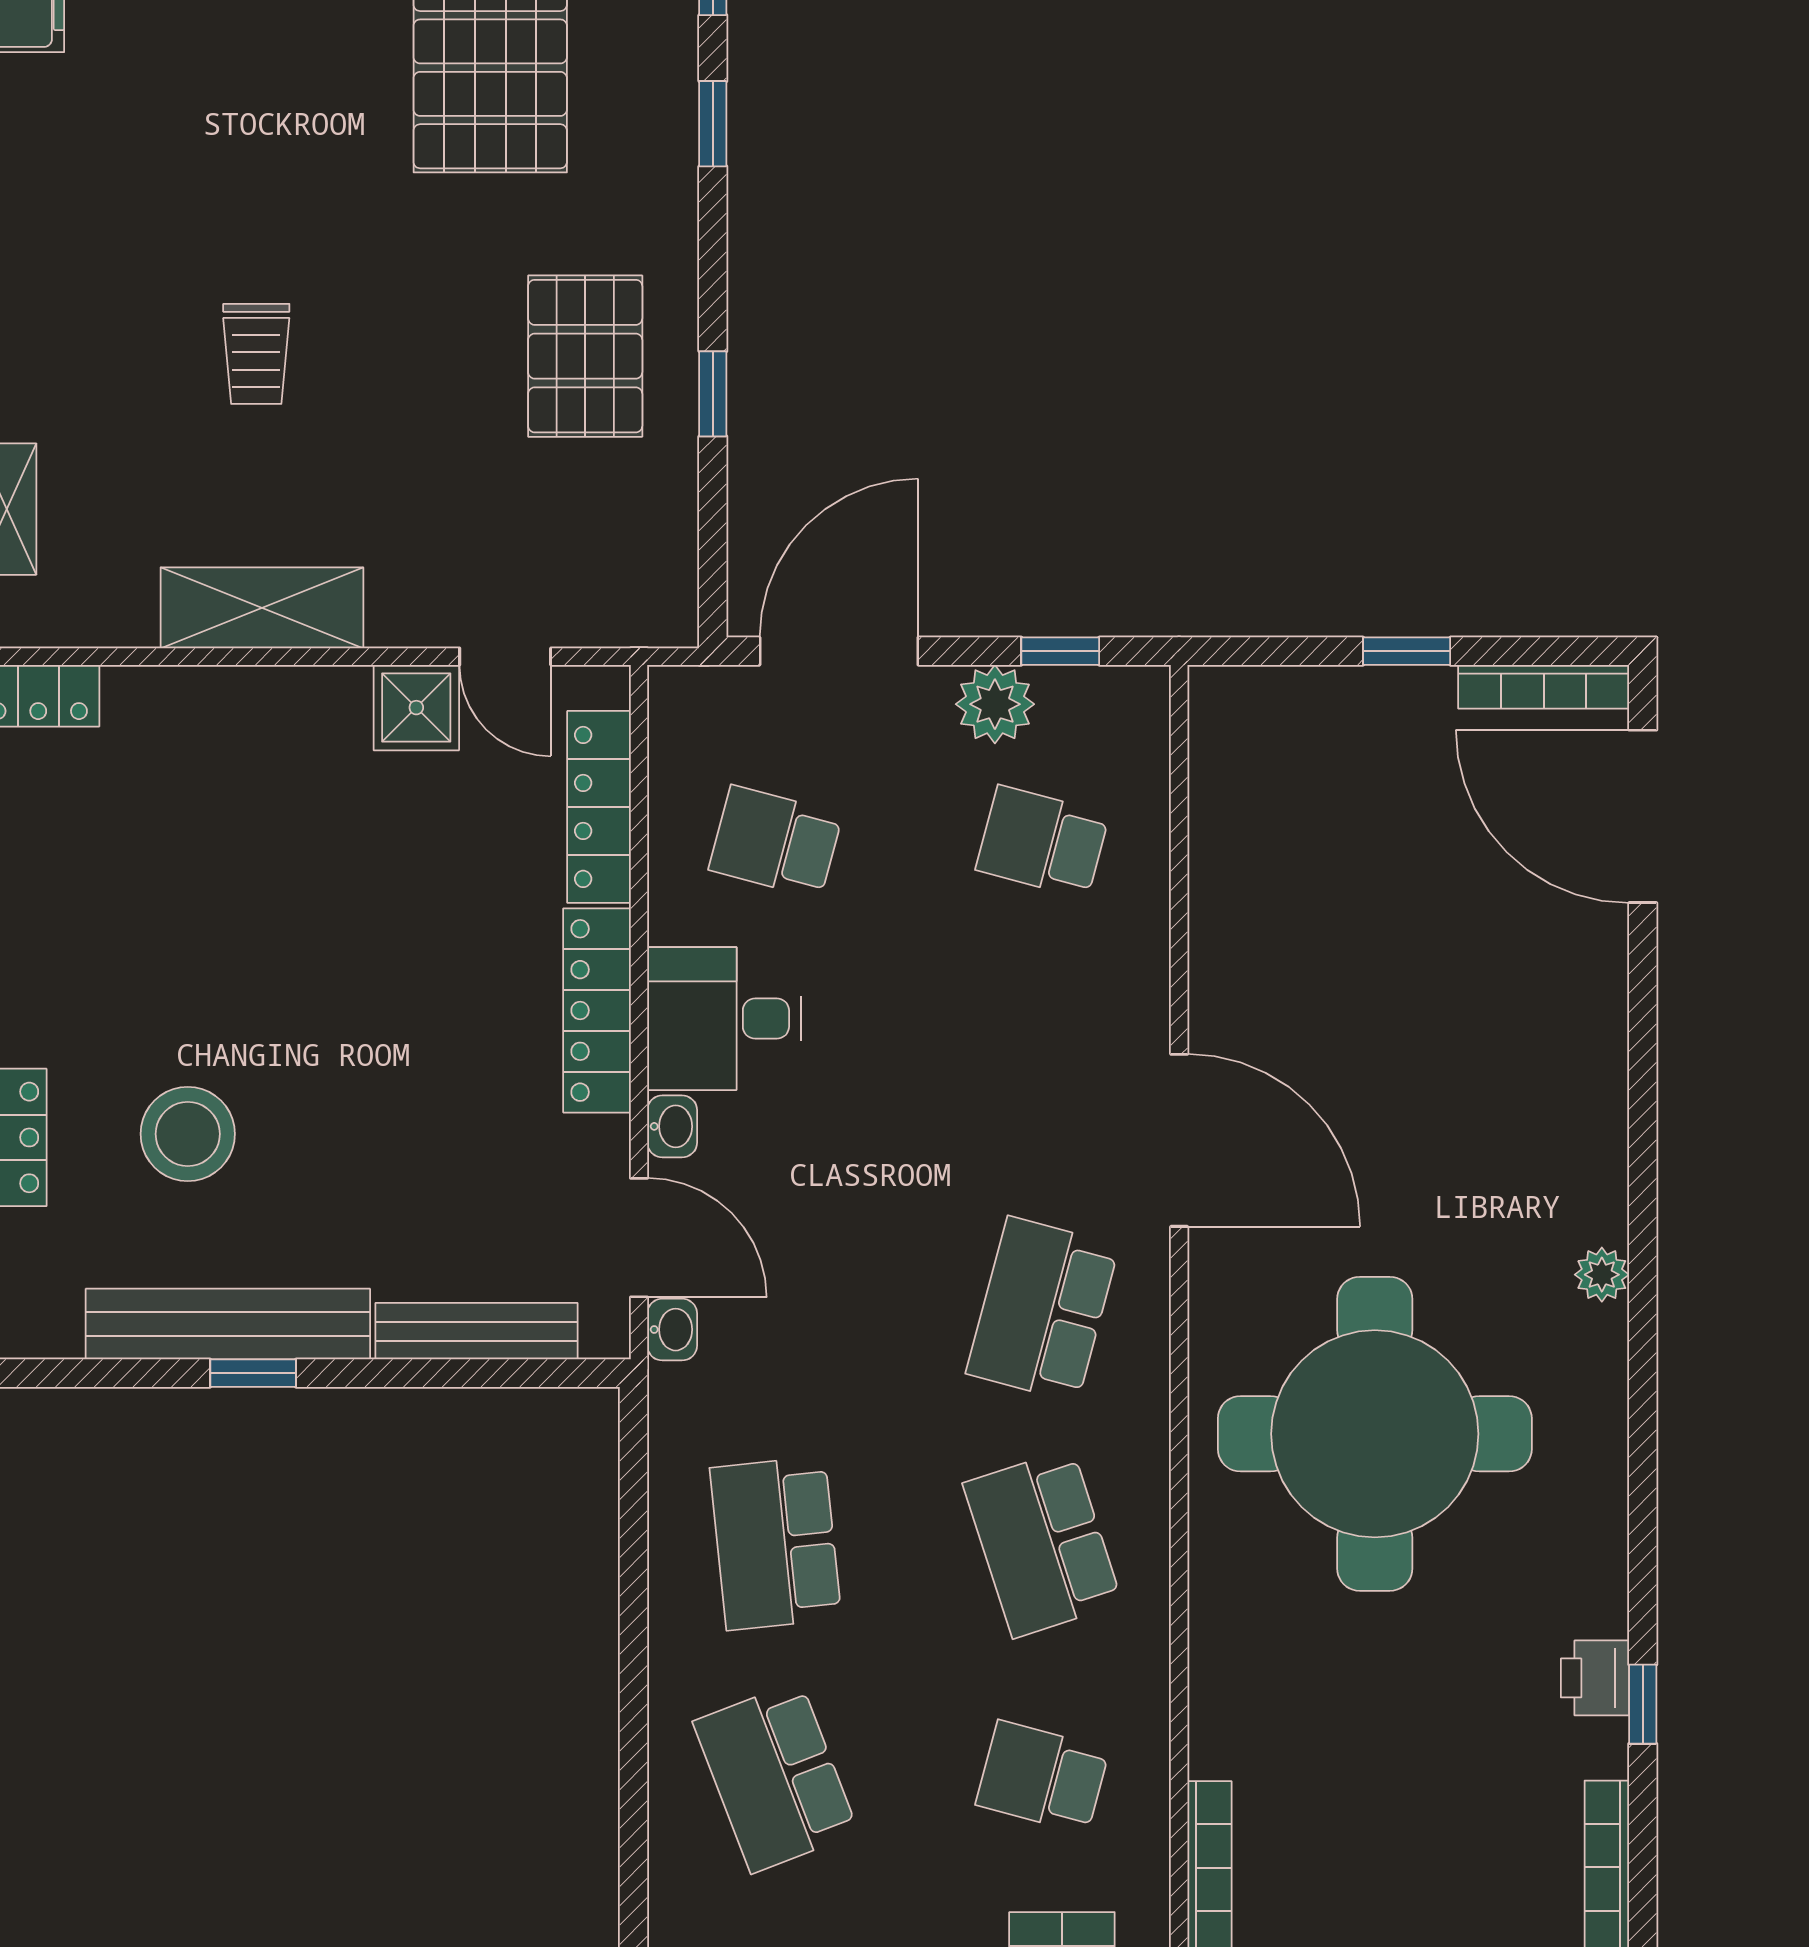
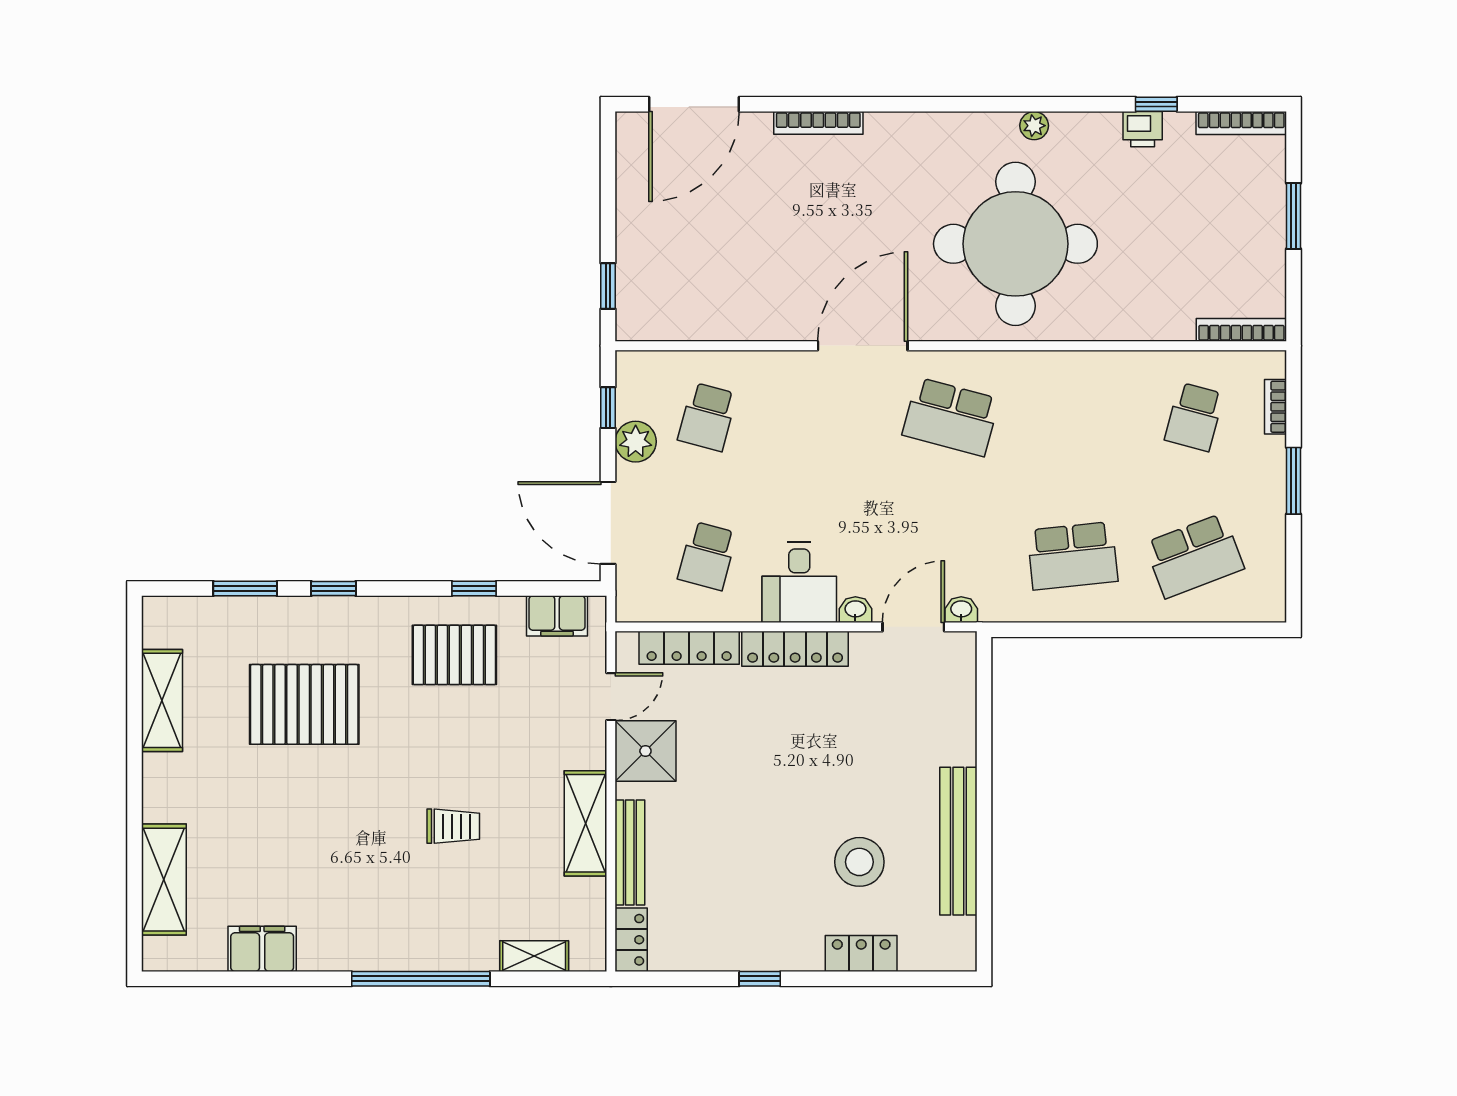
filing cabinet: (660, 553) -> (557, 616), added
window: (1407, 651) -> (608, 286), moved
bookcase: (1544, 687) -> (818, 123), moved, turned 90
shower: (416, 708) -> (645, 751), width x1.36, depth x1.36
plant: (1602, 1275) -> (1034, 126), moved
bench: (477, 1331) -> (630, 852), moved
window: (253, 1373) -> (984, 828), removed
school desk: (1042, 1543) -> (1073, 417), removed

